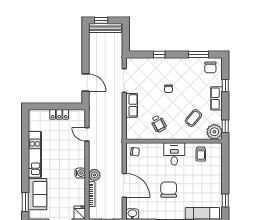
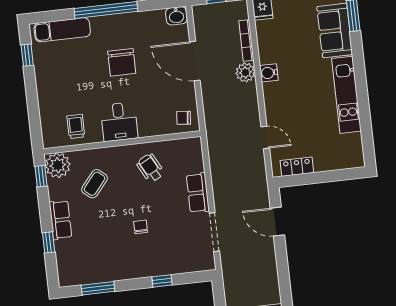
chair: (210, 67) -> (76, 269), removed
locker: (59, 114) -> (297, 167), moved

